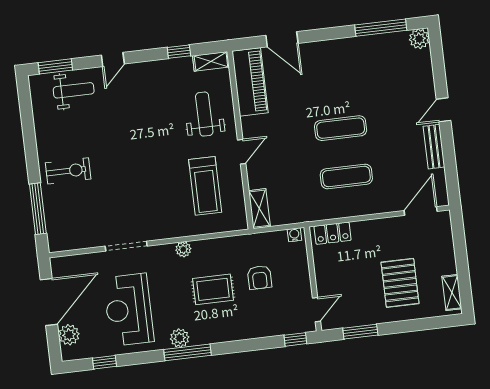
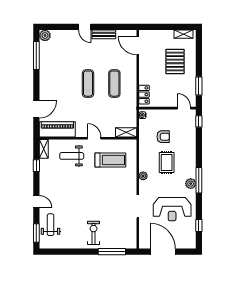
pallet: (400, 283) -> (175, 61), turned 90
plant: (69, 335) -> (182, 243), removed

